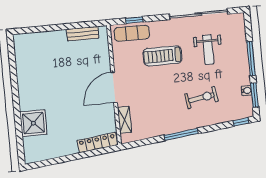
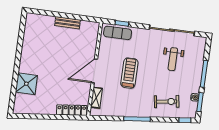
bench: (83, 34) -> (67, 23), moved
treadmill: (163, 56) -> (129, 73), moved, turned 90
exercise bike: (201, 98) -> (167, 102), moved

